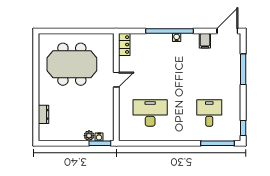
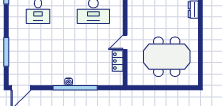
filing cabinet: (205, 41) -> (42, 79), removed
locker: (124, 45) -> (118, 61), moved

